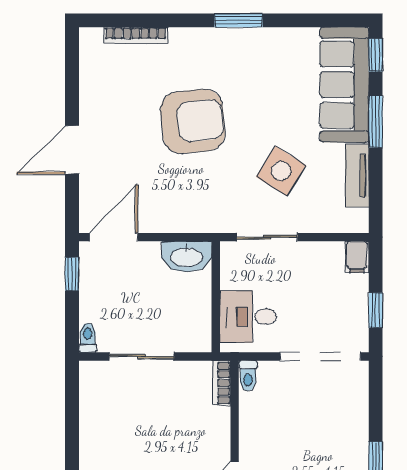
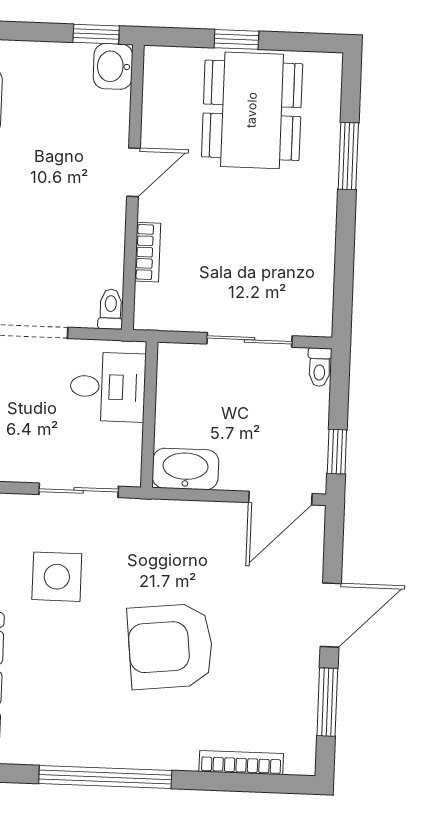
window: (239, 20) -> (105, 777), width x2.11
window: (72, 84) -> (327, 702), added
side table: (281, 171) -> (57, 577), turned -32
bookcase: (222, 383) -> (148, 252), moved

